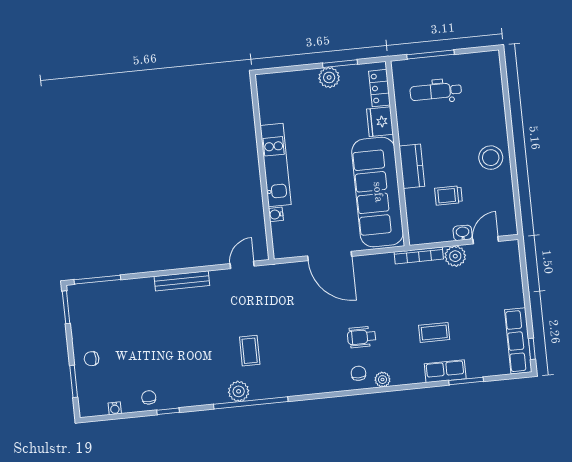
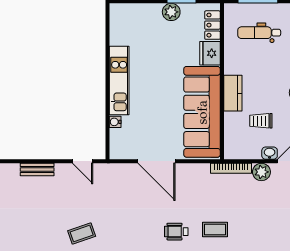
door: (242, 265) -> (83, 161), swing flipped
bench: (182, 281) -> (37, 169), width x0.73
coffee table: (434, 332) -> (215, 229), moved
coffee table: (250, 351) -> (82, 233), turned 71

